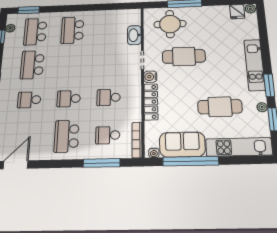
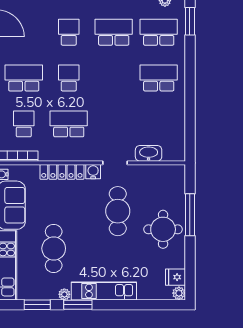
round table: (170, 24) -> (163, 229), moved
school desk: (109, 97) -> (69, 124), width x1.85
plant: (262, 107) -> (64, 294), moved

